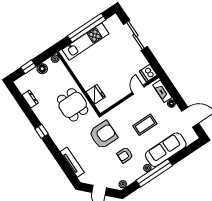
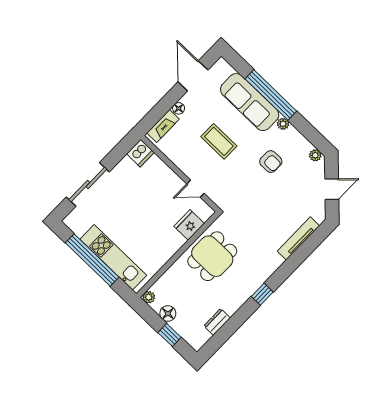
door: (138, 90) -> (195, 189), moved
armchair: (103, 135) -> (247, 201), removed
window: (154, 173) -> (271, 95), moved

